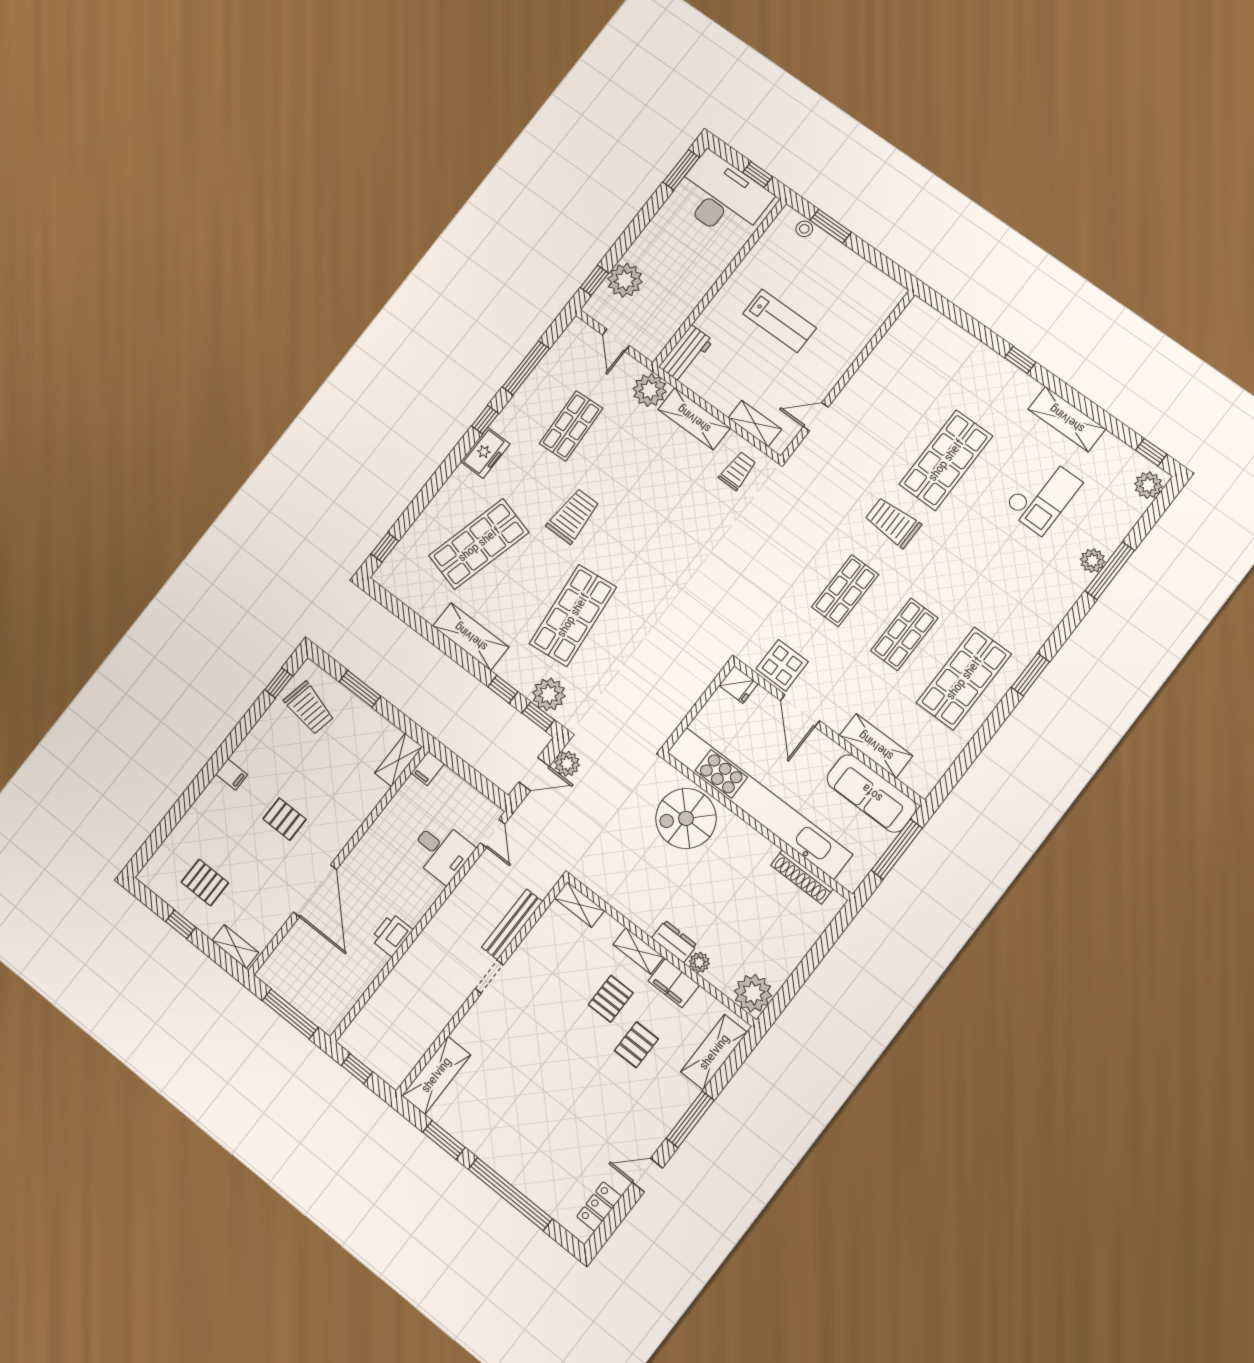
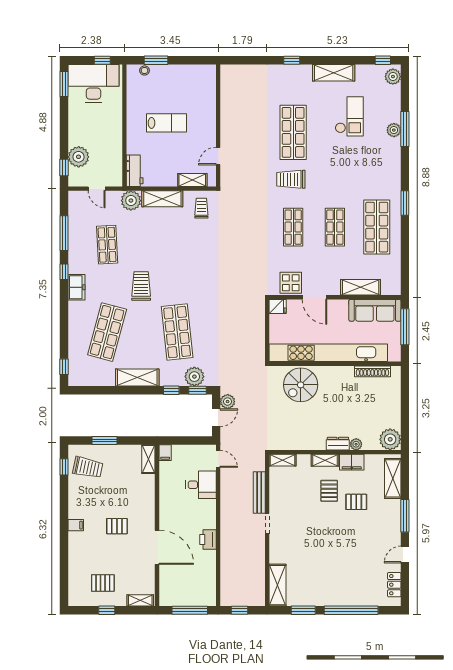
pallet: (636, 1045) -> (356, 502), turned 90

